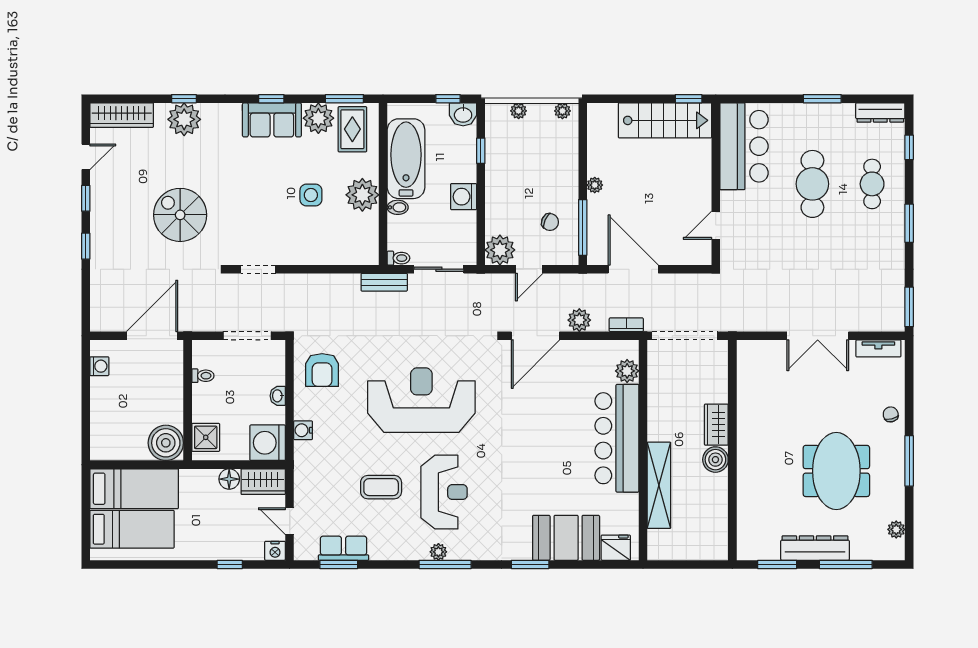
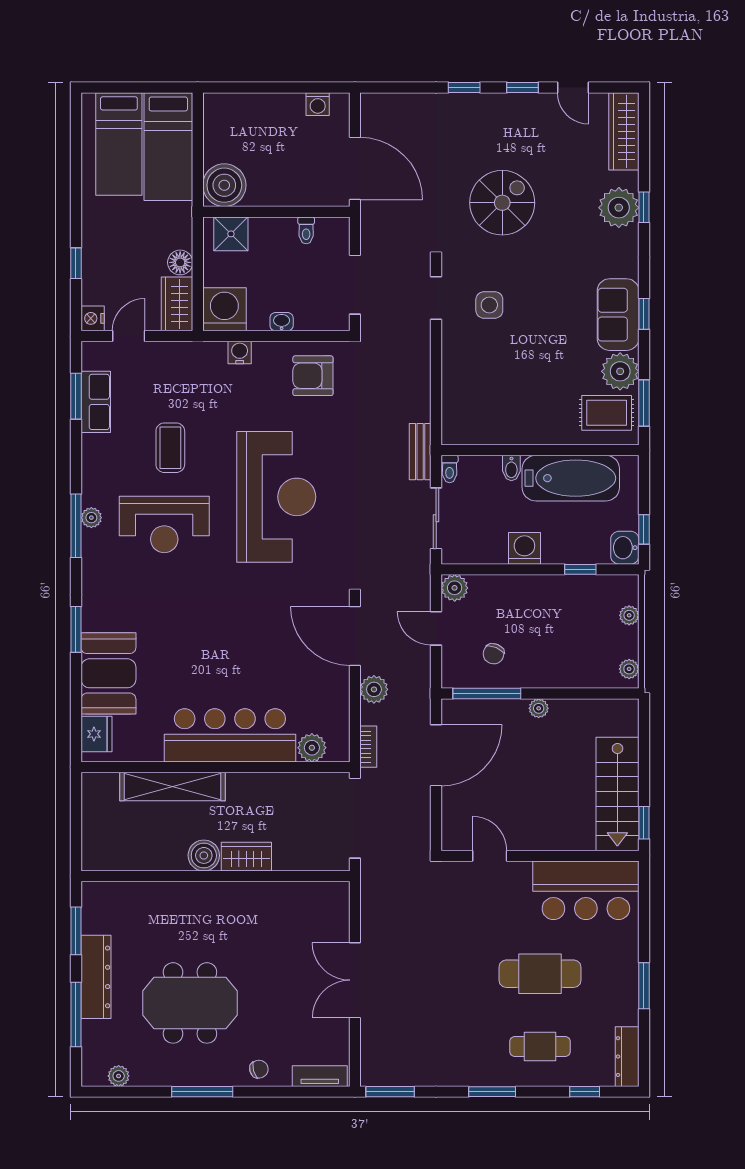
side table: (311, 195) -> (489, 305), moved
plant: (362, 195) -> (527, 425), removed
plant: (500, 250) -> (455, 588), width x0.73, depth x0.73
tv unit: (878, 348) -> (320, 1076), moved, turned 90

